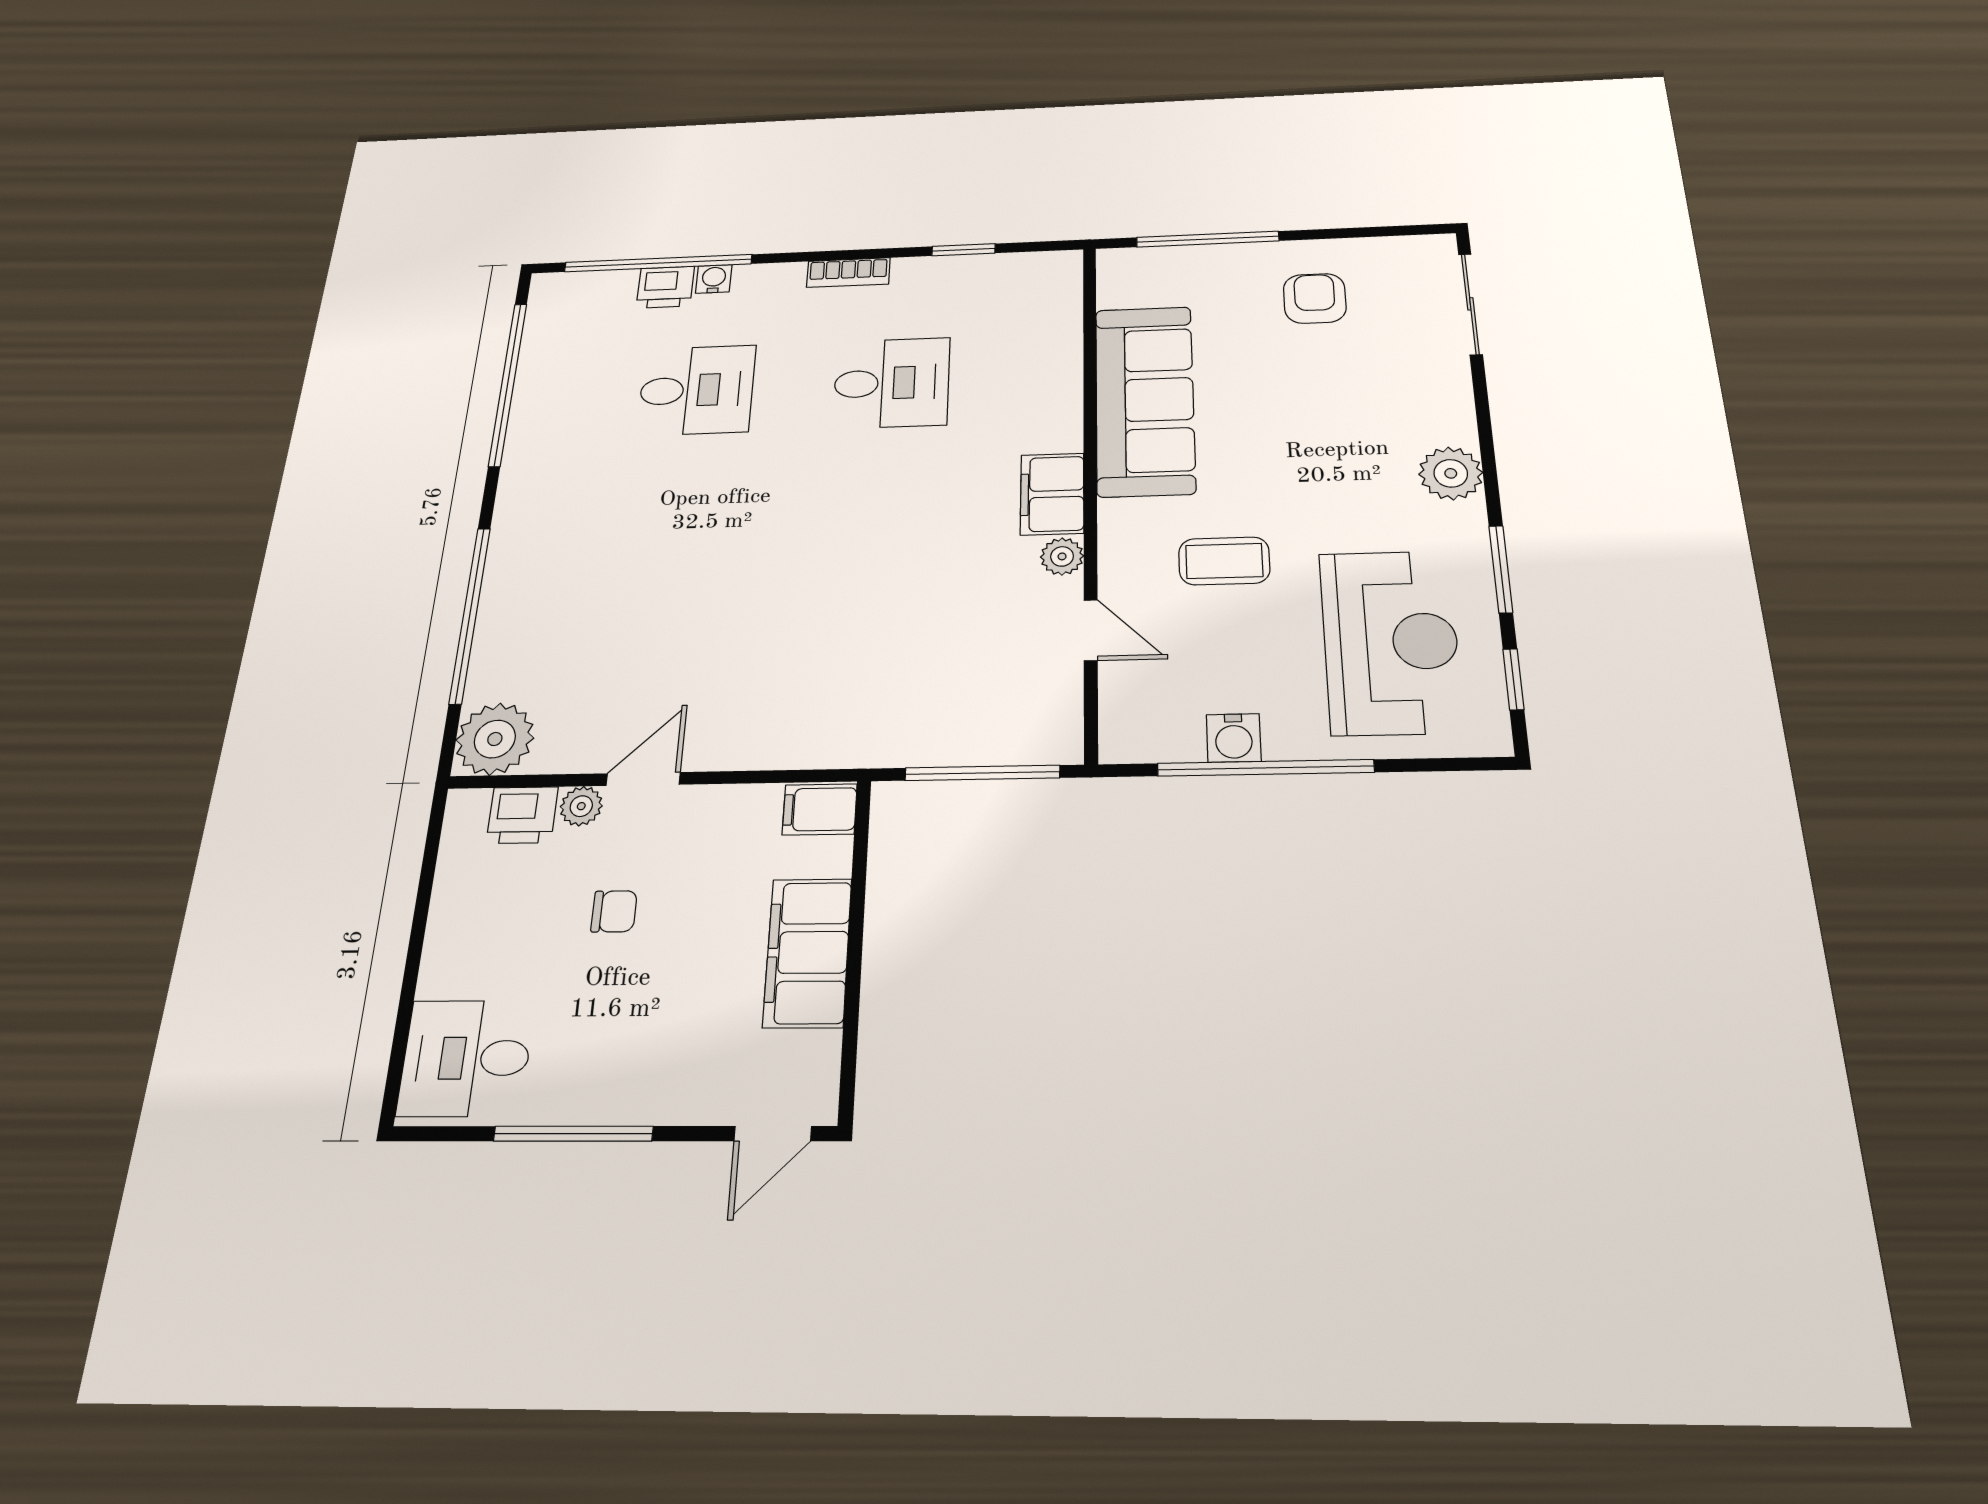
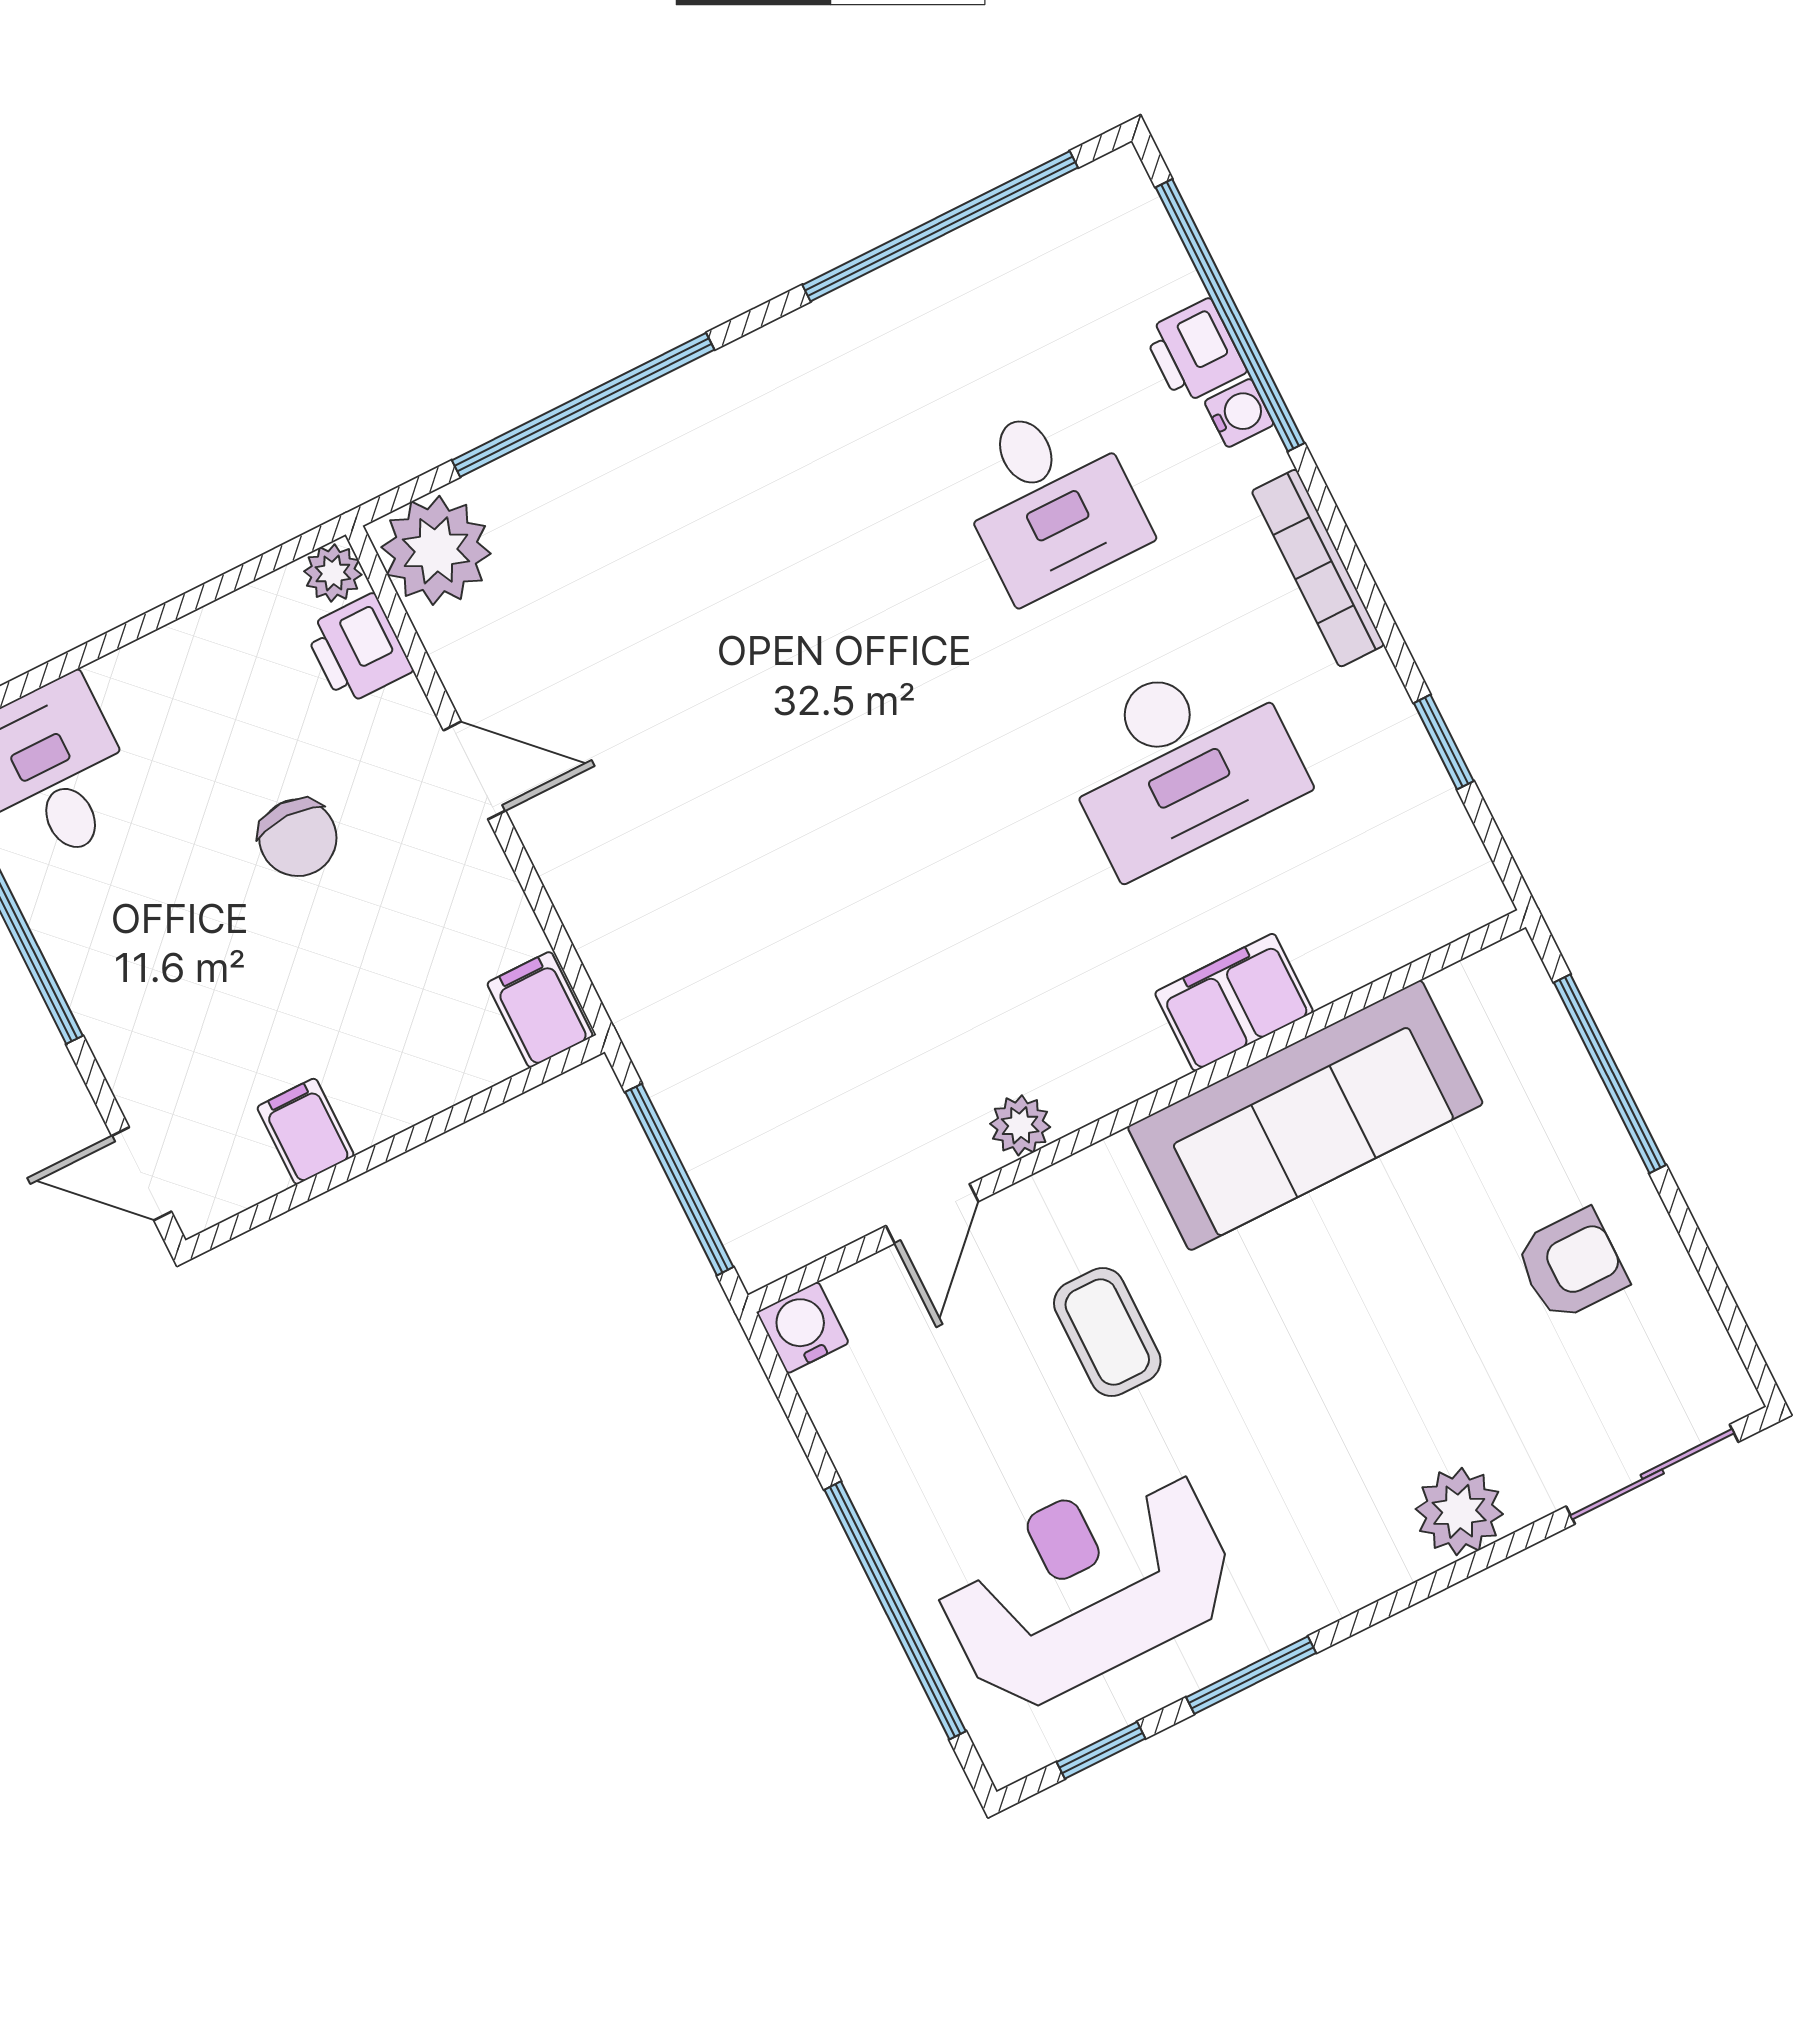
bookcase: (848, 273) -> (1318, 568), width x1.56
desk: (892, 383) -> (1181, 762), width x1.37
plant: (1451, 473) -> (1459, 1511), moved
filing cabinet: (1052, 494) -> (1234, 1002), moved
reception desk: (1391, 642) -> (1086, 1585), turned 180
water cooler: (1234, 738) -> (803, 1328), moved, turned 90
window: (1265, 768) -> (895, 1610), moved
plant: (581, 806) -> (333, 573), moved
chair: (614, 911) -> (298, 838), width x1.37, depth x1.37
filing cabinet: (808, 952) -> (306, 1131), width x0.33, depth x0.86

